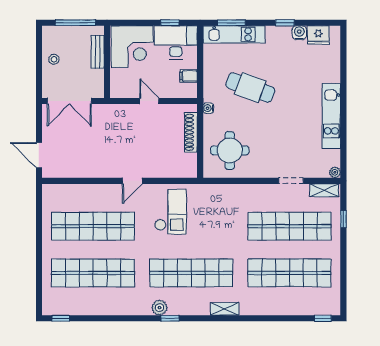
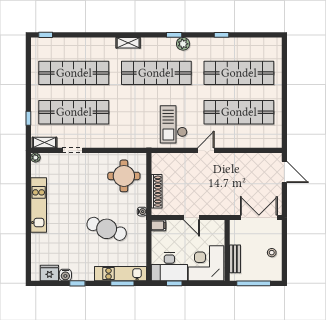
filing cabinet: (189, 76) -> (159, 225), moved
window: (61, 318) -> (222, 35), moved

